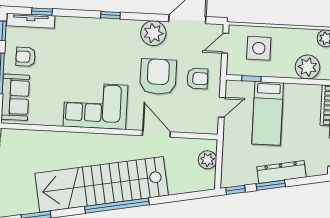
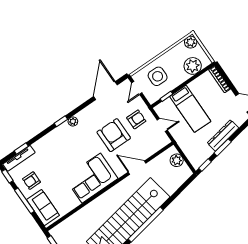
plant: (153, 33) -> (73, 121), moved, width x0.53, depth x0.53
door: (222, 107) -> (162, 125), hinge flipped

